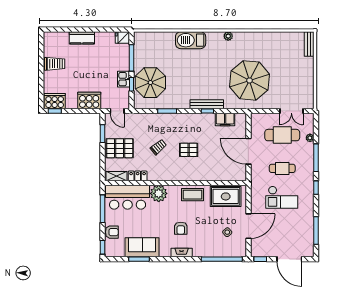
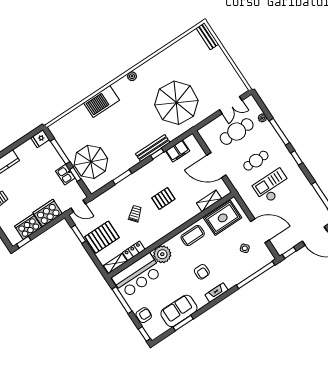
cooker: (55, 101) -> (28, 227), moved
shelving: (224, 176) -> (209, 201), added
checkout: (282, 197) -> (272, 186), turned 180
door: (248, 226) -> (260, 231), hinge flipped

